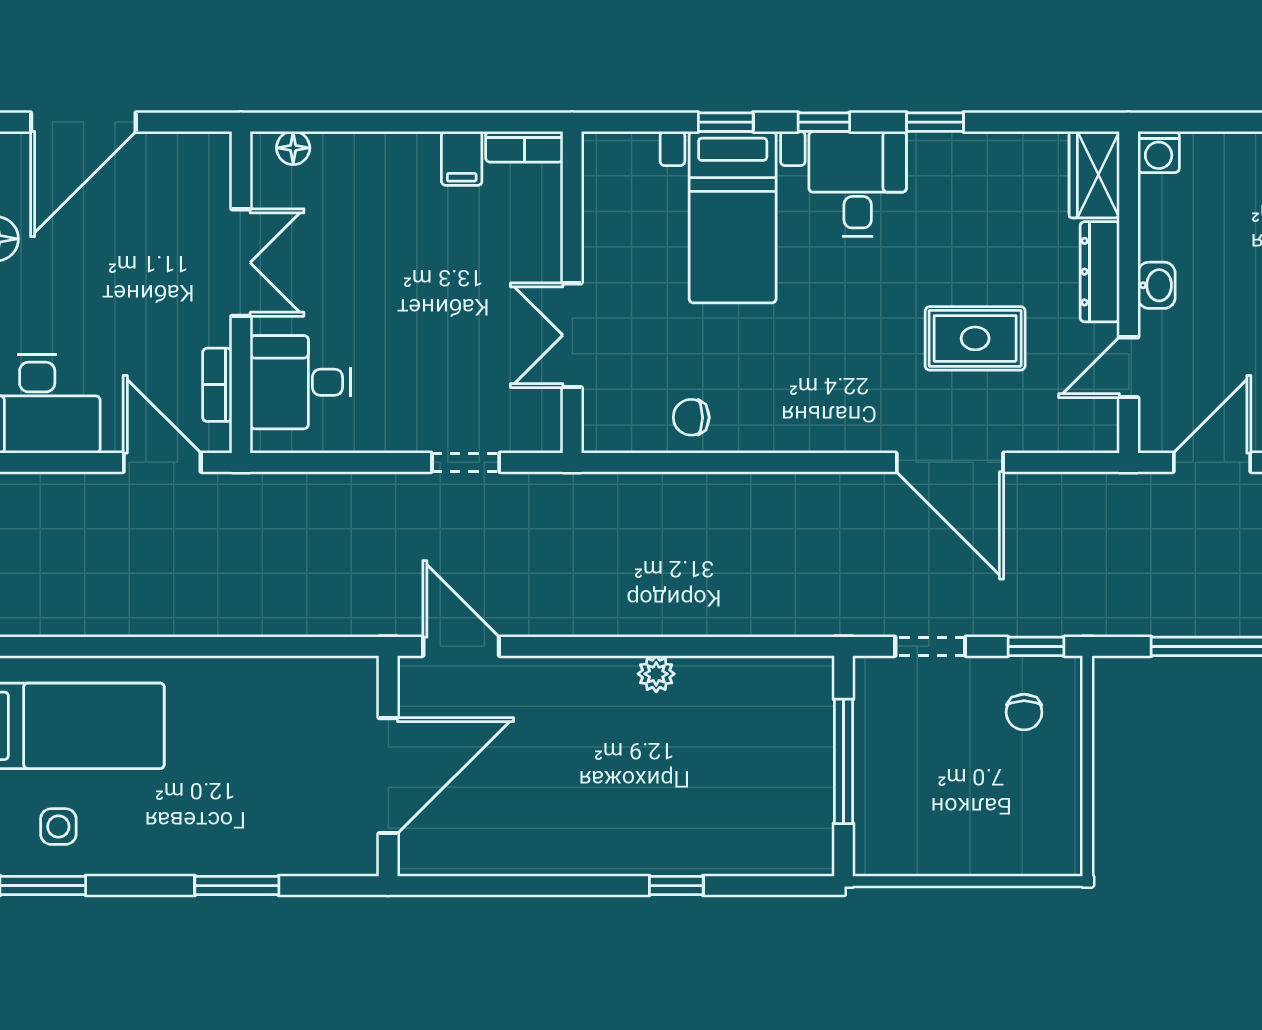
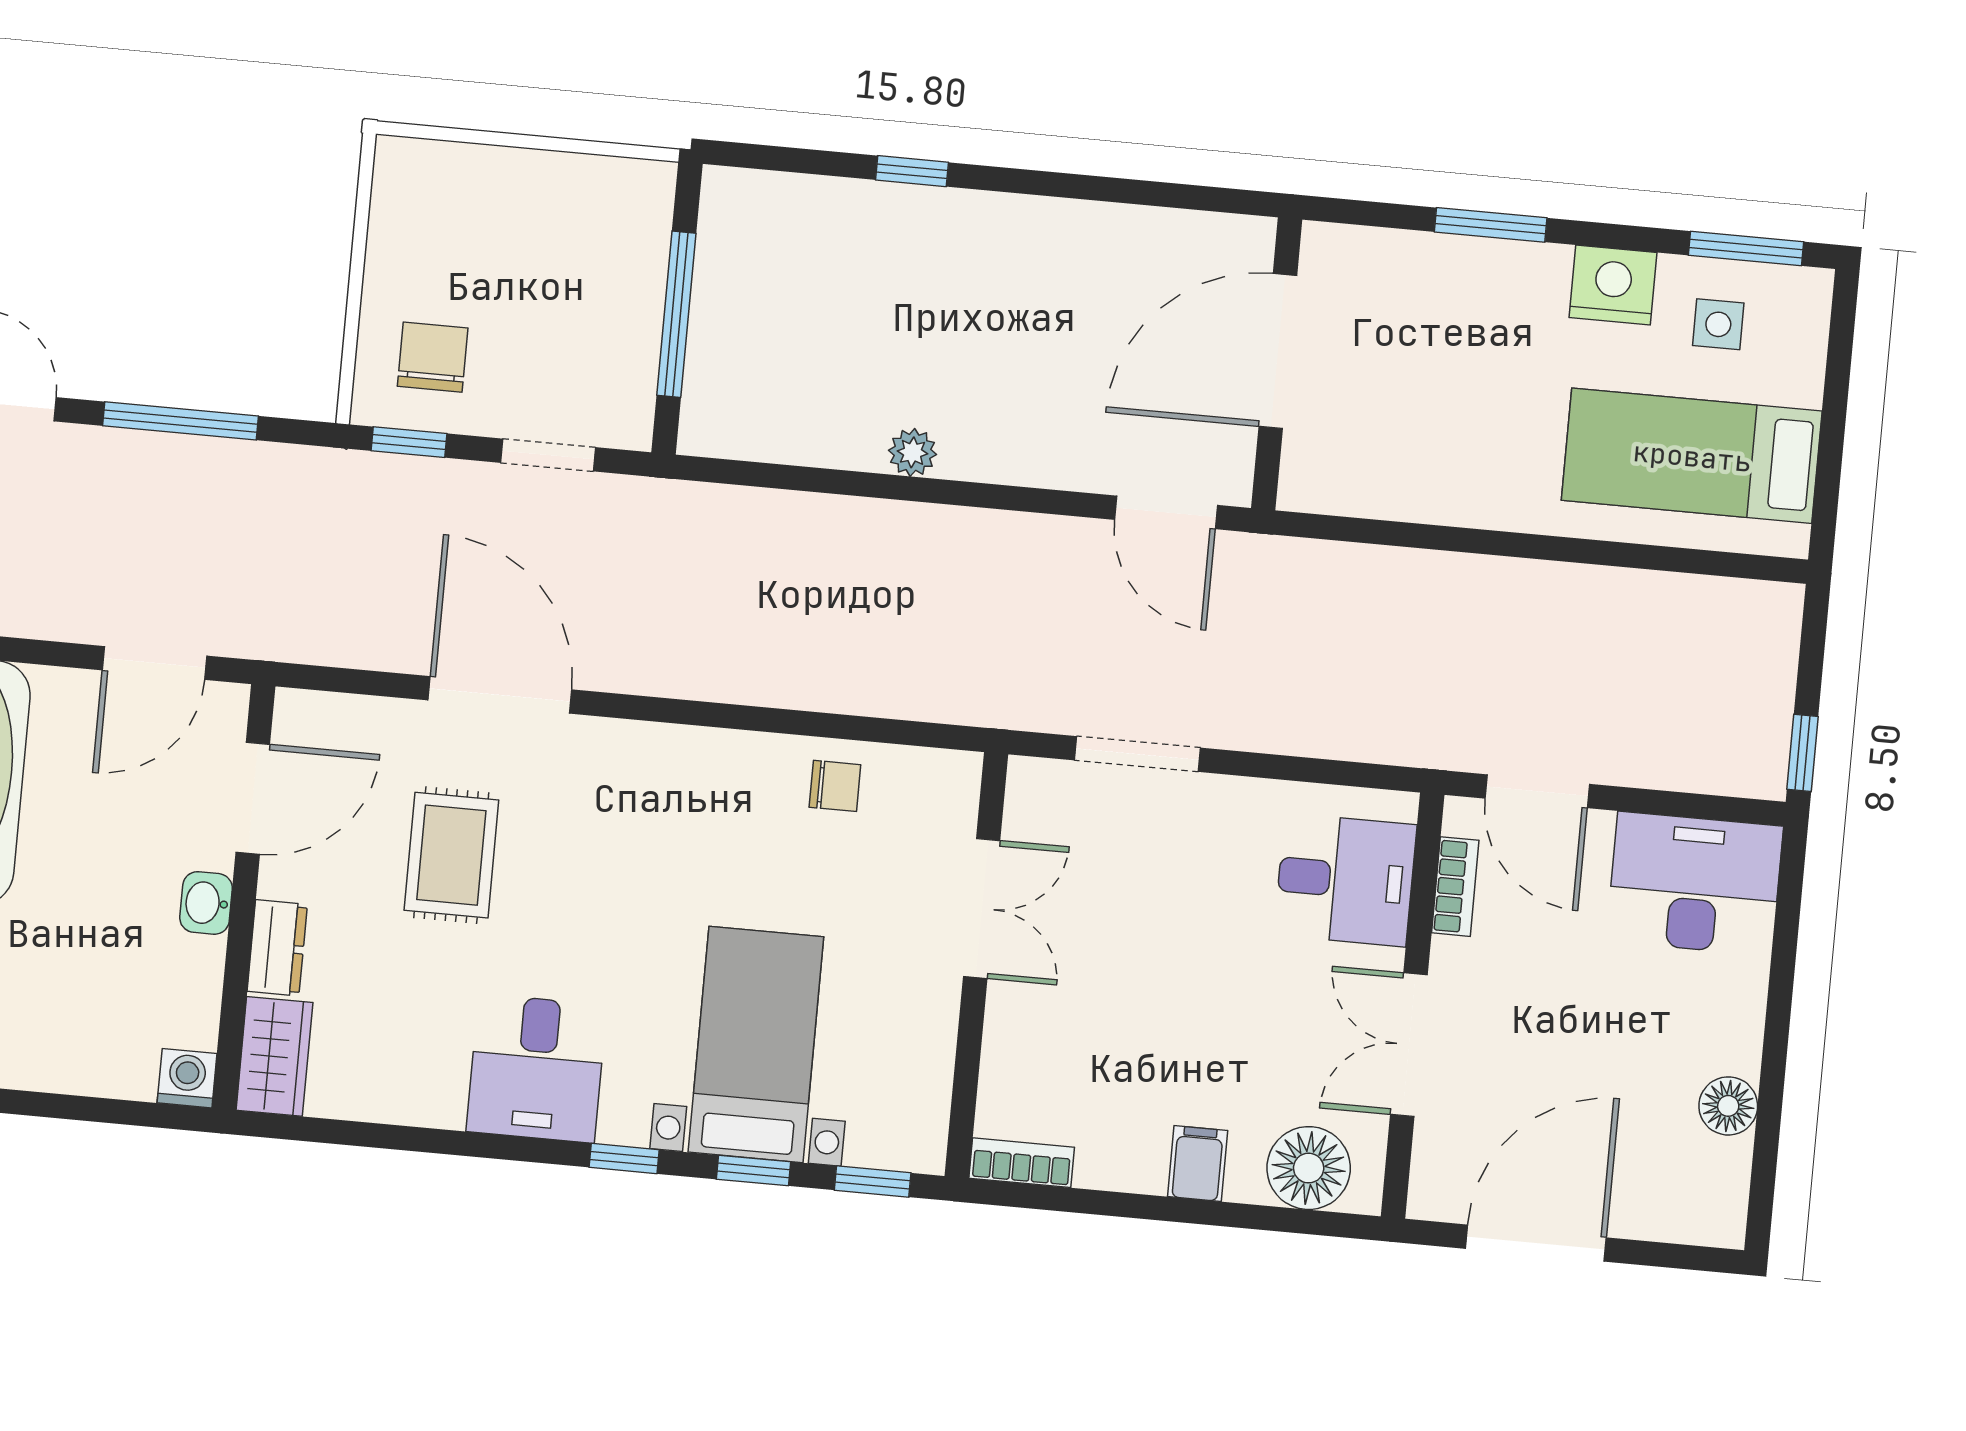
door: (83, 122) -> (1536, 1243), moved
window: (935, 122) -> (873, 1182), moved
floor lamp: (293, 148) -> (1309, 1168), width x1.89, depth x1.89
filing cabinet: (462, 158) -> (1198, 1164), moved
desk: (858, 184) -> (536, 1068), moved
dresser: (1100, 272) -> (277, 948), width x0.70
rug: (975, 338) -> (451, 855), turned 90
door: (1129, 367) -> (253, 798), width x1.38
doorway: (466, 462) -> (1138, 754), width x1.38
chair: (1024, 712) -> (433, 357), width x1.37, depth x1.37
nightstand: (140, 849) -> (1613, 285), added

